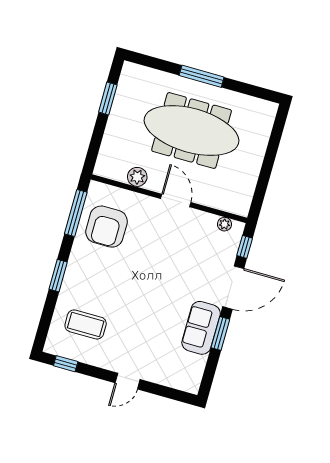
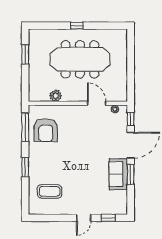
window: (202, 76) -> (77, 26), width x0.46
door: (176, 200) -> (97, 103), moved
window: (66, 364) -> (108, 218), moved

